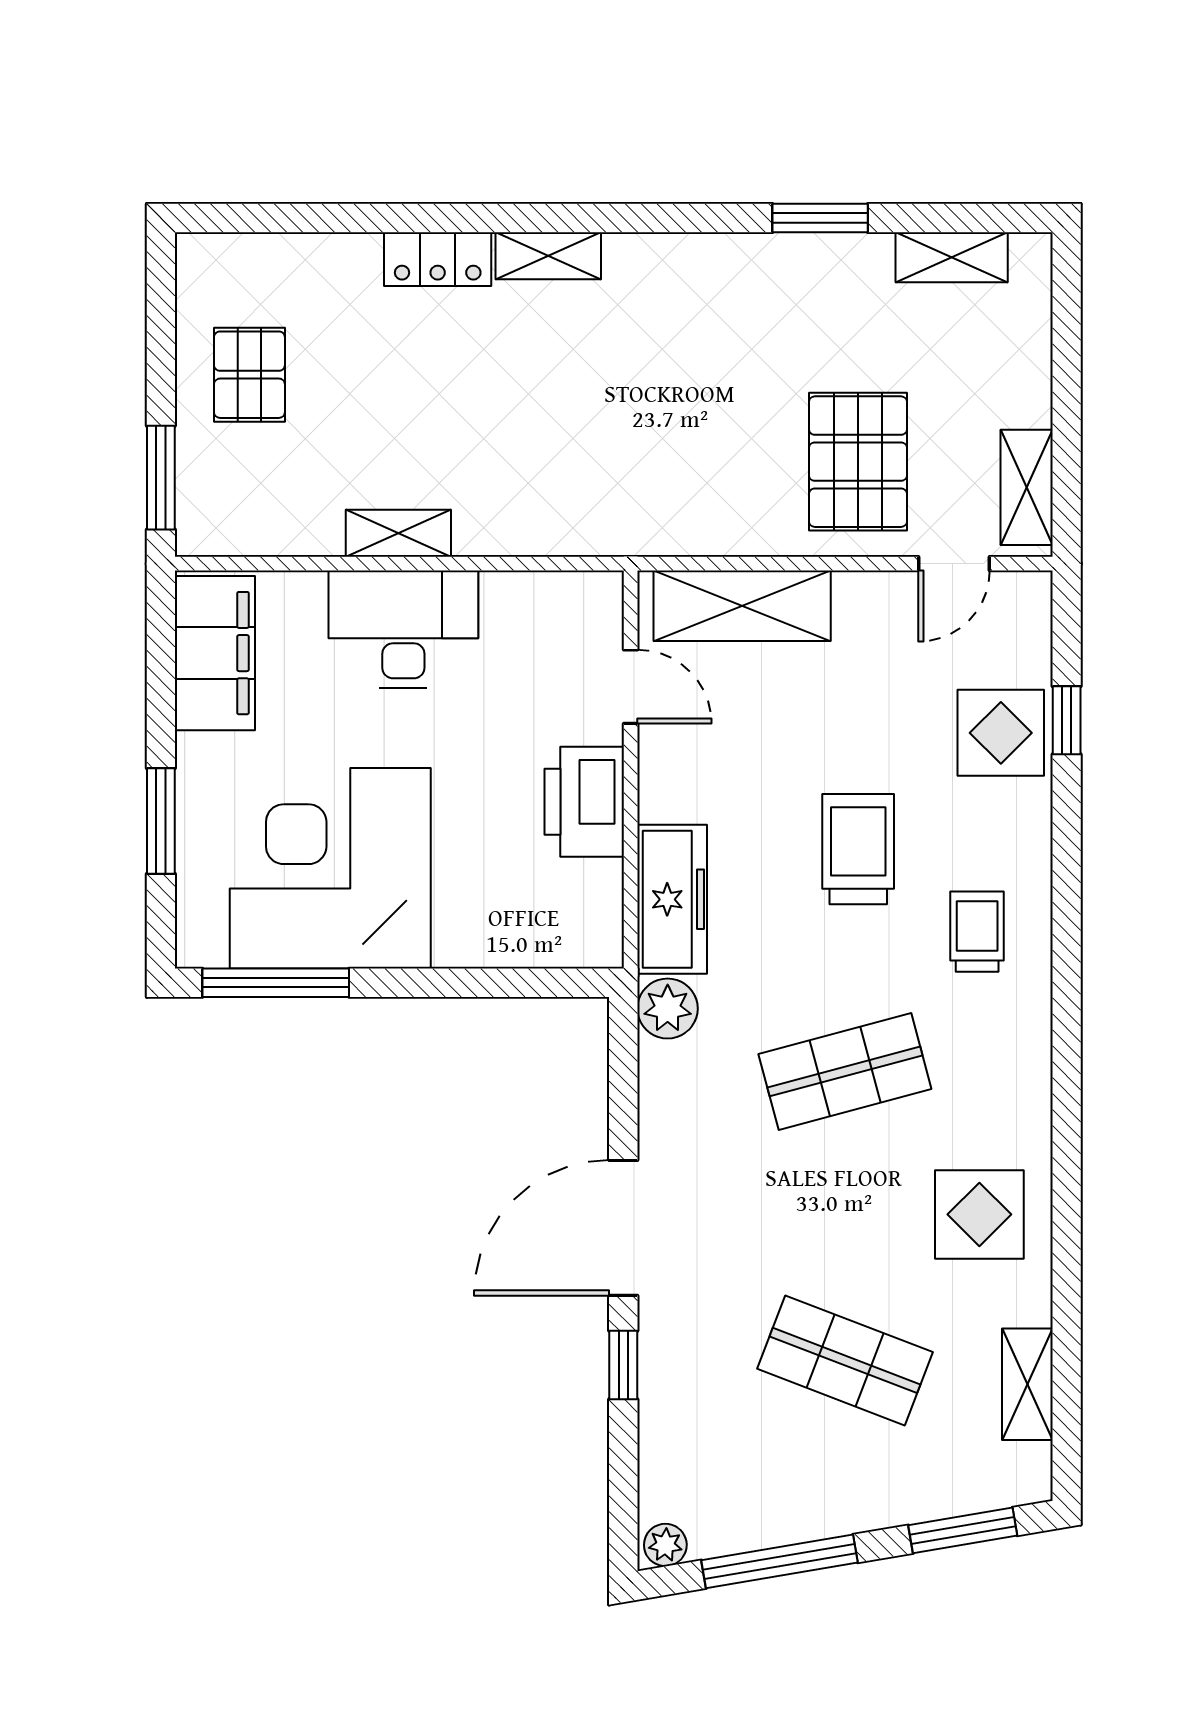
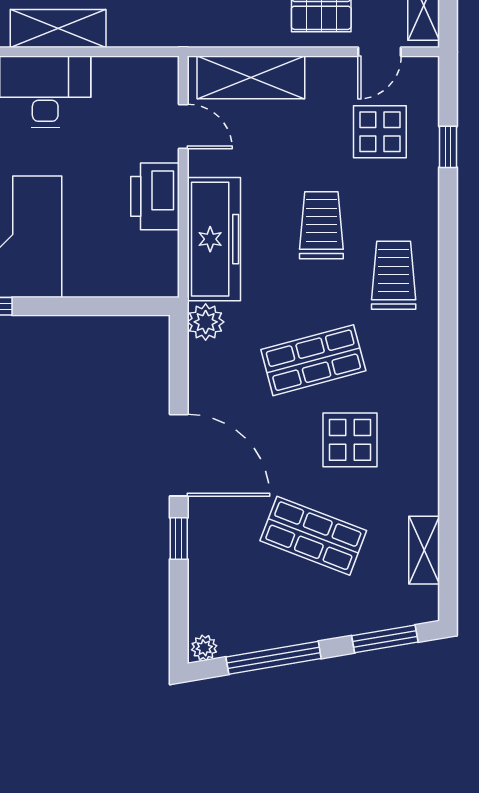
shelving: (398, 533) -> (58, 29), width x1.50, depth x1.33
display table: (1001, 733) -> (380, 132), moved
freezer: (672, 899) -> (214, 239), width x1.36, depth x1.26
trolley: (977, 932) -> (394, 275), width x1.36, depth x1.39
display table: (979, 1214) -> (350, 440), moved
door: (623, 1228) -> (179, 455), swing flipped

